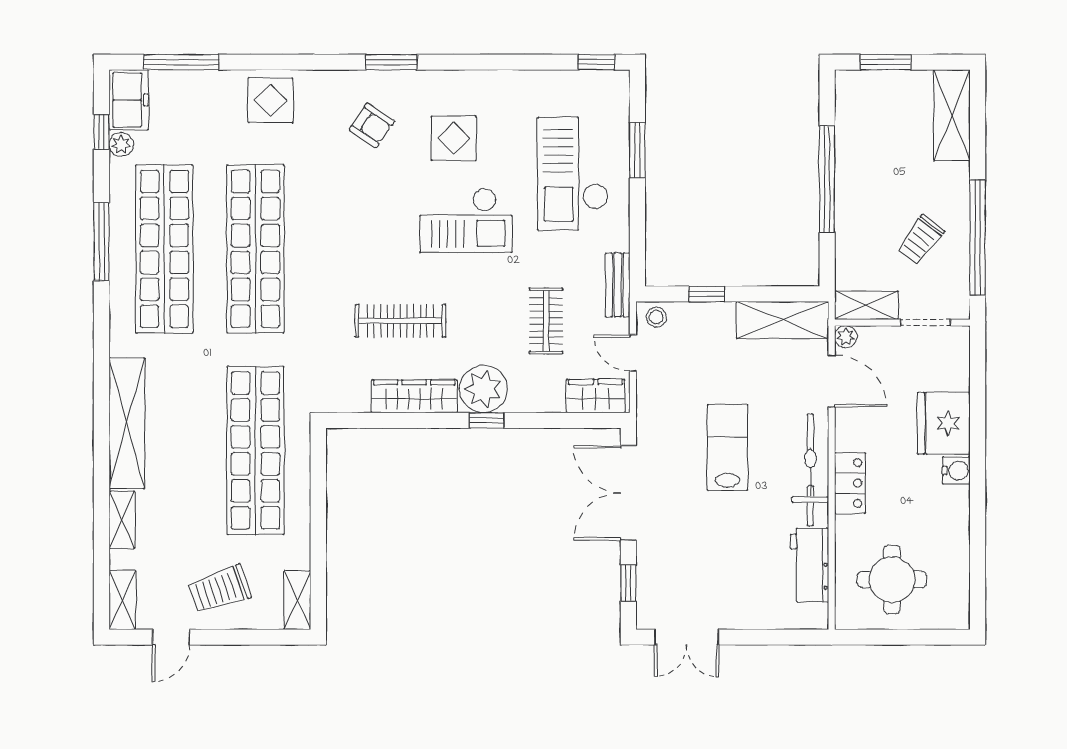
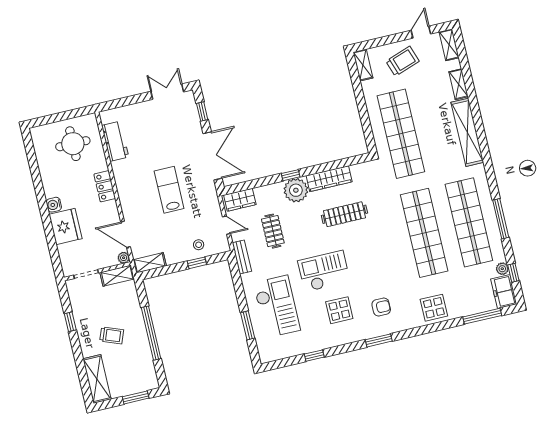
window: (596, 62) -> (314, 356), moved
armchair: (372, 125) -> (381, 307), turned 146
window: (978, 238) -> (70, 322), width x0.32
trolley: (921, 240) -> (112, 335), moved, turned 74
stool: (656, 317) -> (199, 245), moved
shelving: (782, 320) -> (150, 263), width x0.67, depth x0.75
lab bench: (727, 447) -> (169, 190), turned 180
bicycle: (810, 470) -> (126, 188), removed

